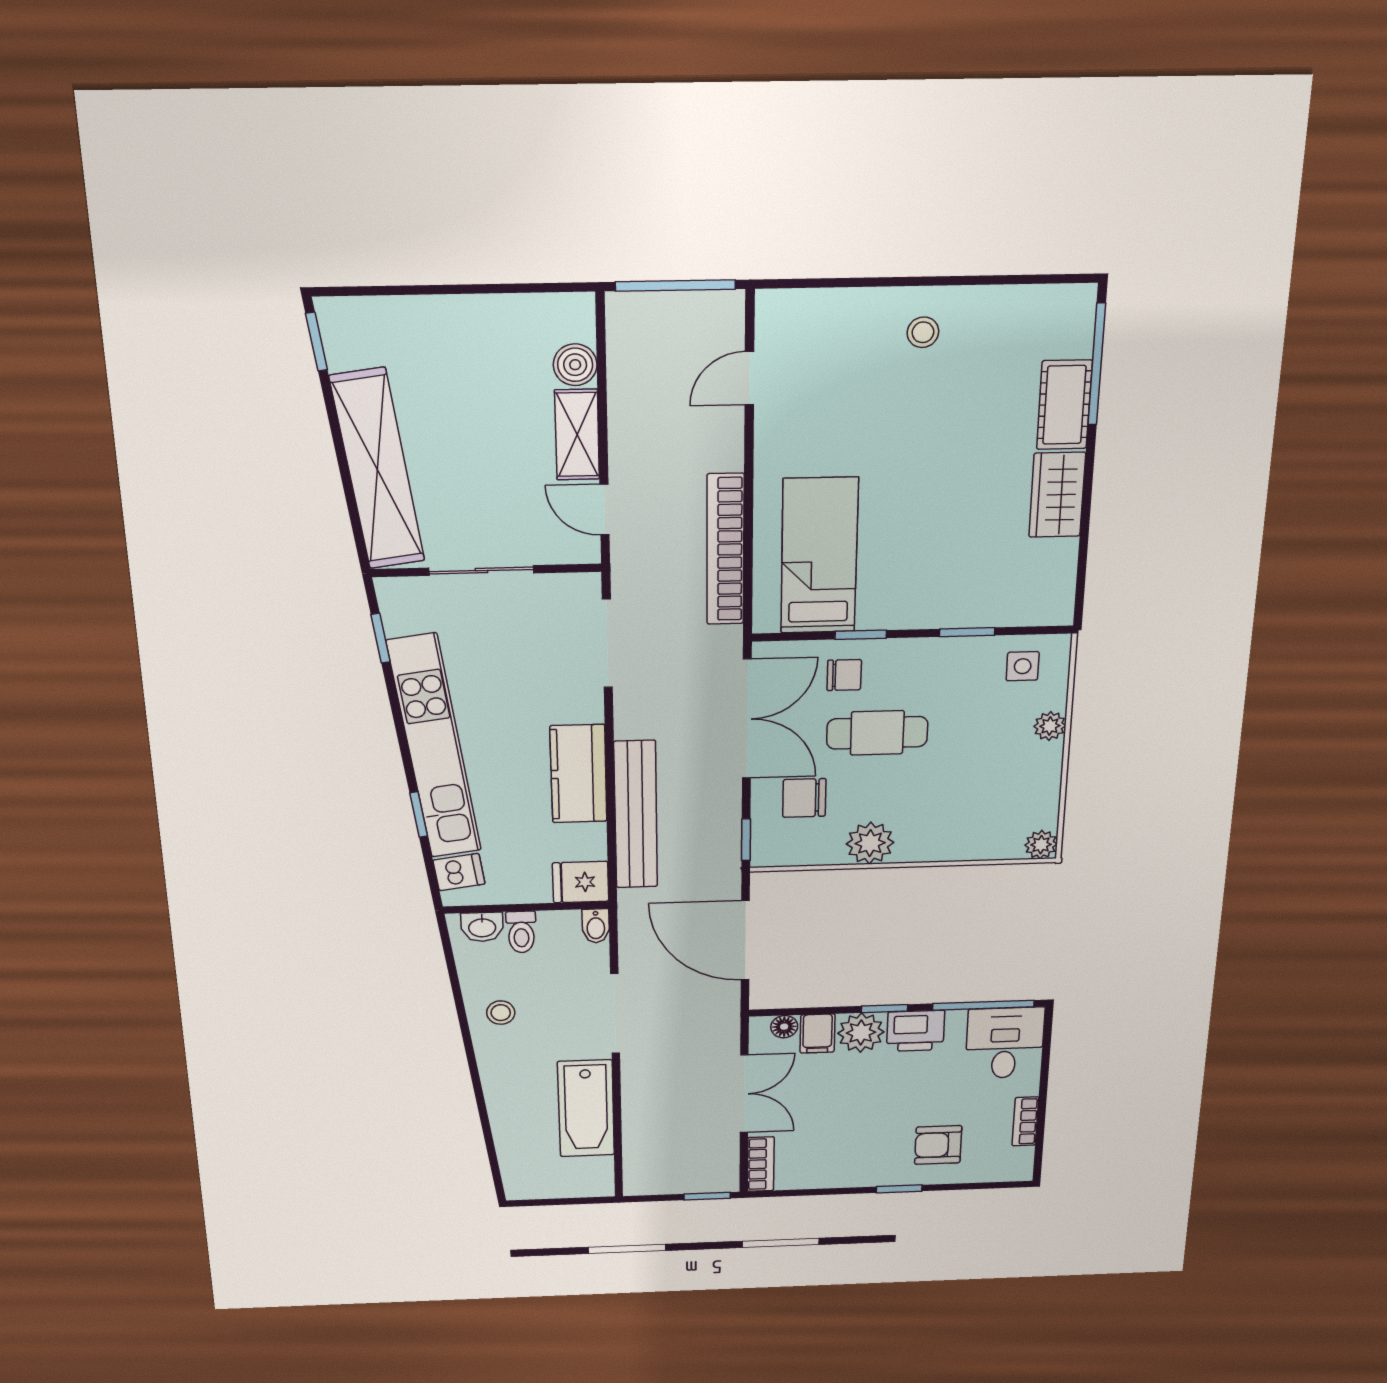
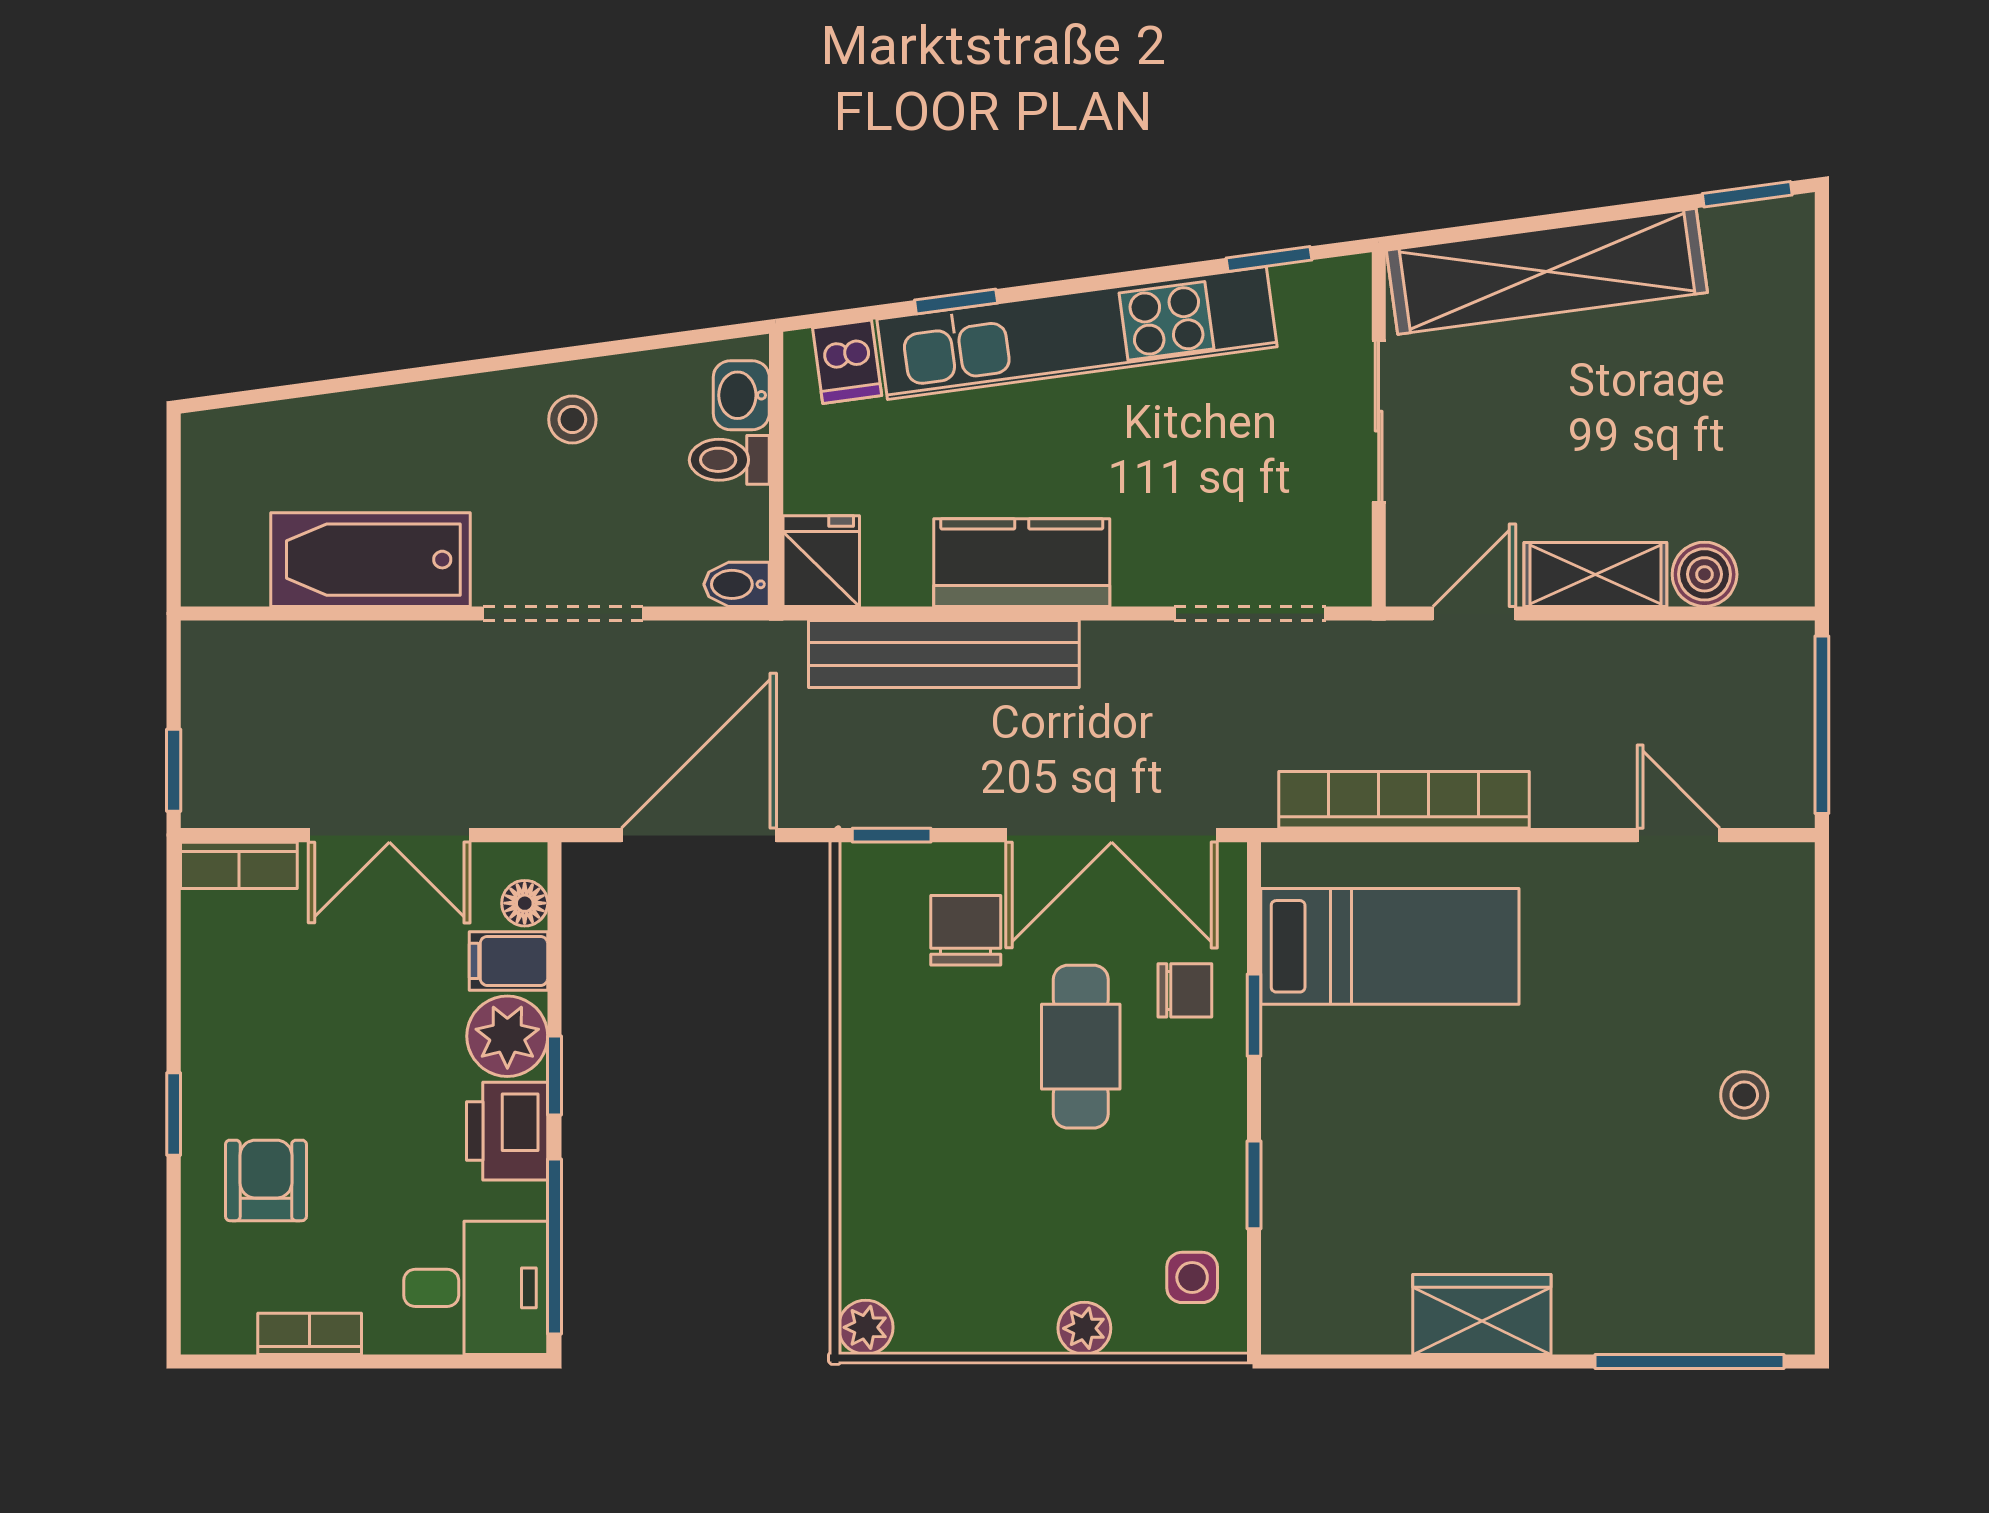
cot: (1064, 405) -> (1627, 1316), removed
chair: (844, 675) -> (1185, 990), turned -90
plant: (870, 843) -> (878, 1041), removed

